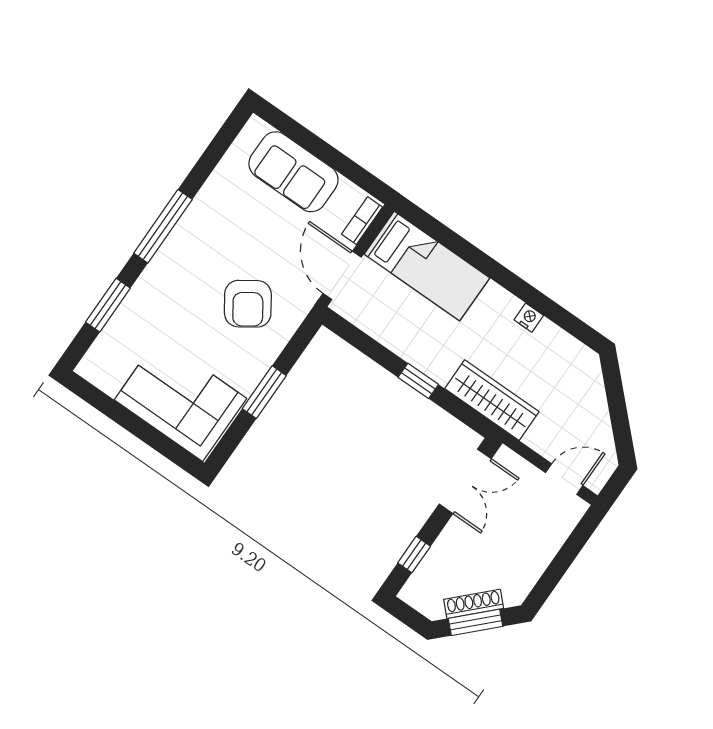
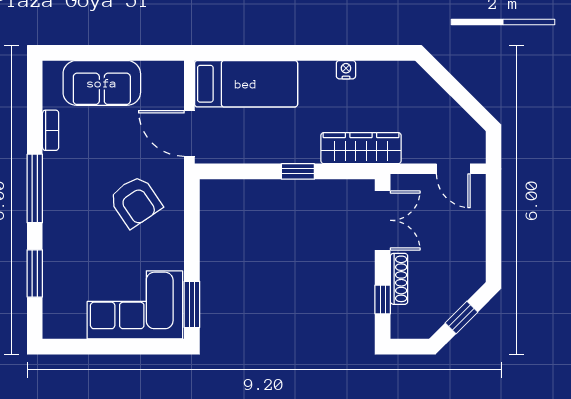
bookcase: (362, 221) -> (51, 130), moved, turned 180
window: (264, 392) -> (192, 304), moved
door: (564, 479) -> (453, 169), swing flipped
shoe rack: (474, 604) -> (399, 279), moved, turned 135
window: (476, 622) -> (461, 317), width x0.67

